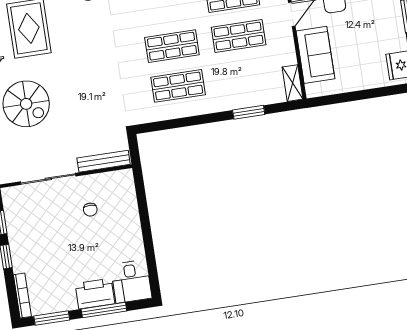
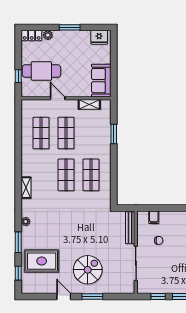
sofa: (315, 55) -> (101, 81), moved, turned -90
shelving: (292, 83) -> (89, 104), moved
filing cabinet: (126, 196) -> (154, 217), added

